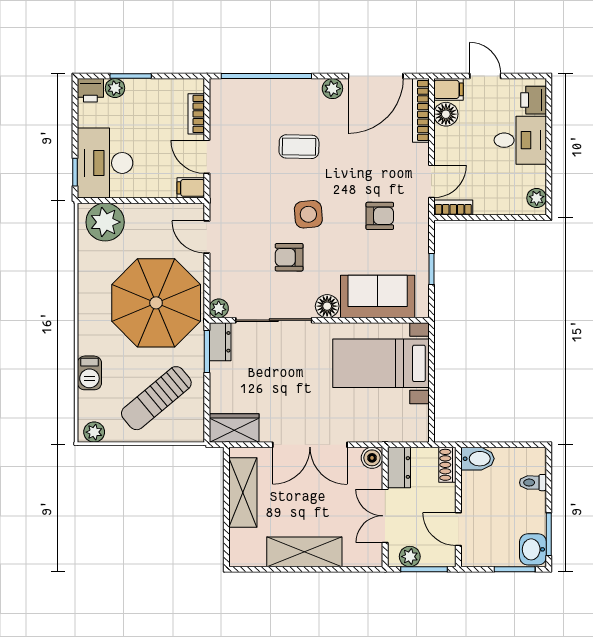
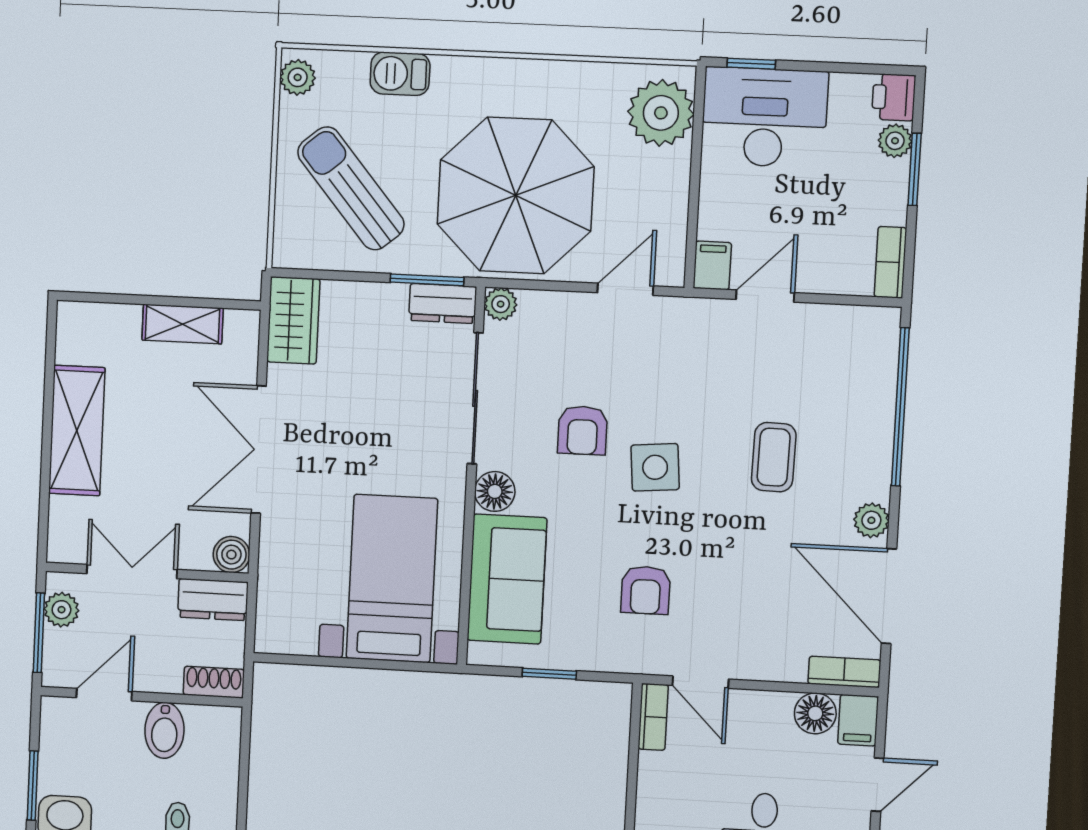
bookcase: (421, 110) -> (844, 672), width x0.64
bookcase: (196, 114) -> (890, 262), moved, turned -90
armchair: (289, 257) -> (583, 430), turned 180
bidet: (477, 459) -> (164, 730), moved
shelving: (243, 493) -> (183, 324), width x0.67, depth x0.75

